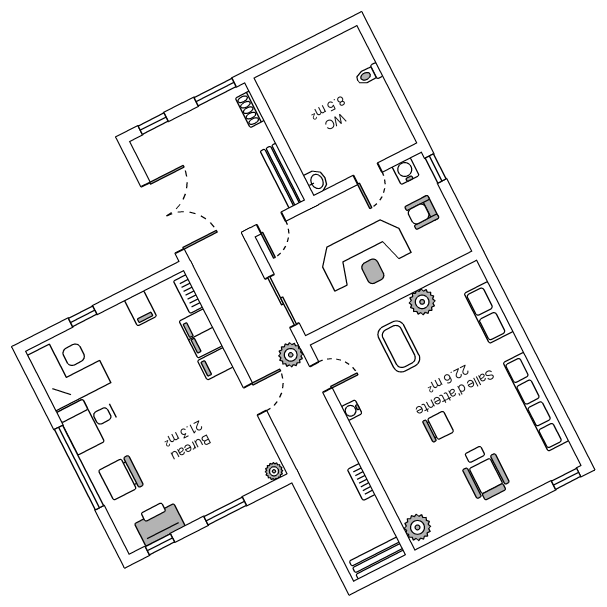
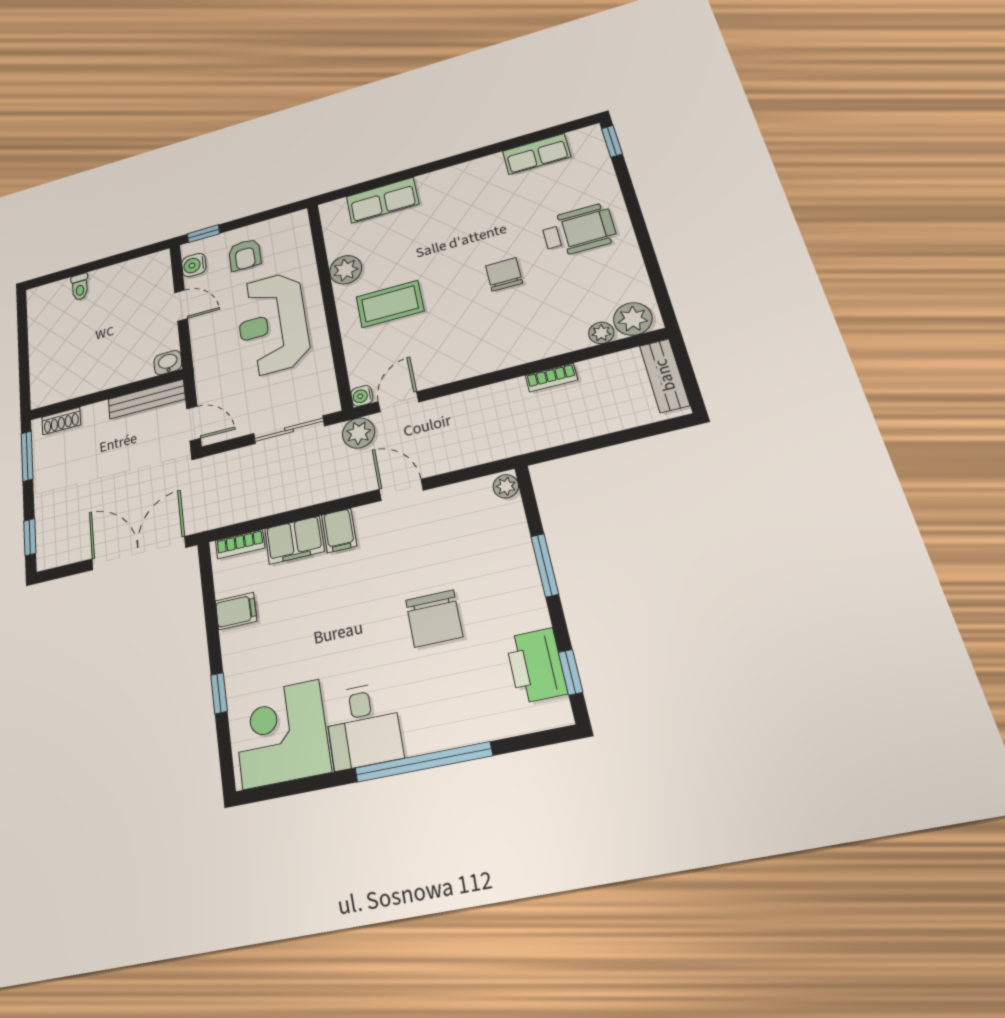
reception desk: (366, 257) -> (272, 324), turned 180
row of seats: (536, 402) -> (536, 154), width x0.50
water cooler: (352, 410) -> (362, 396), moved, turned 90
chair: (121, 478) -> (434, 618), moved
plant: (403, 508) -> (601, 333), added

